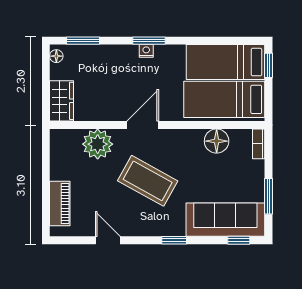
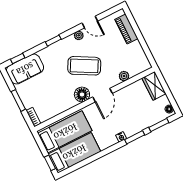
window: (149, 41) -> (135, 137), moved
floor lamp: (217, 141) -> (82, 94), moved
plant: (98, 144) -> (124, 76), width x0.53, depth x0.53
window: (269, 196) -> (18, 100), moved
sofa: (225, 220) -> (25, 69), width x0.73
plant: (133, 229) -> (79, 35), added

